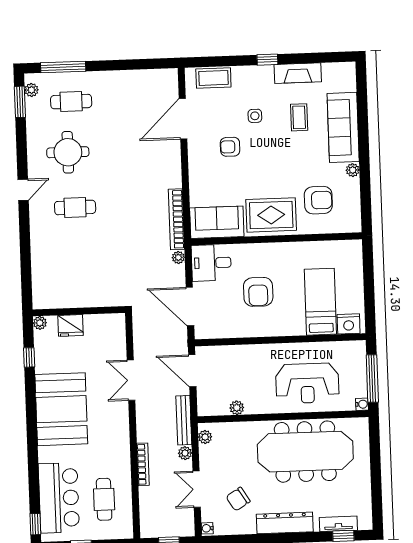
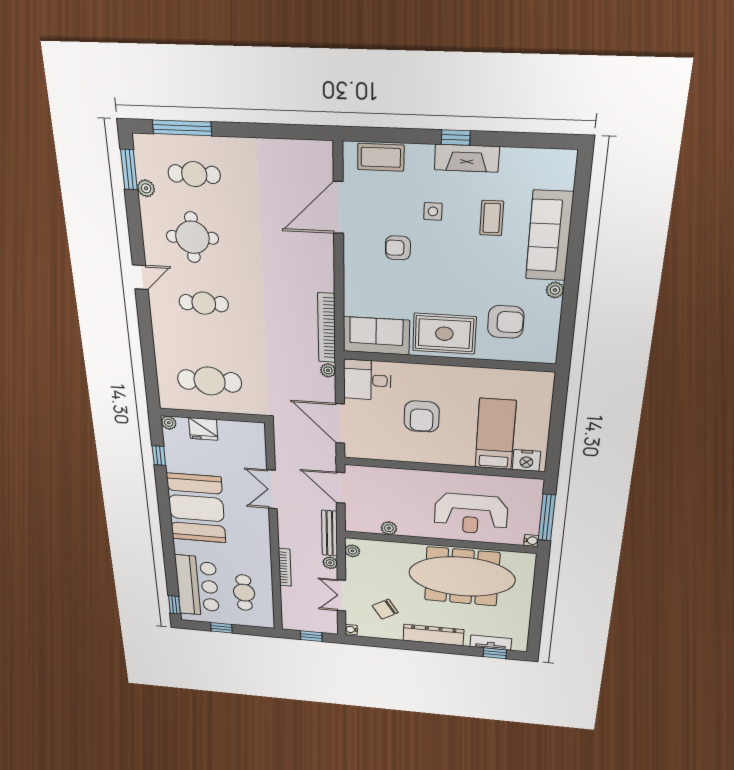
fireplace: (298, 73) -> (467, 158), moved
plant: (31, 90) -> (146, 188), moved
cafe table: (78, 278) -> (210, 381), added

